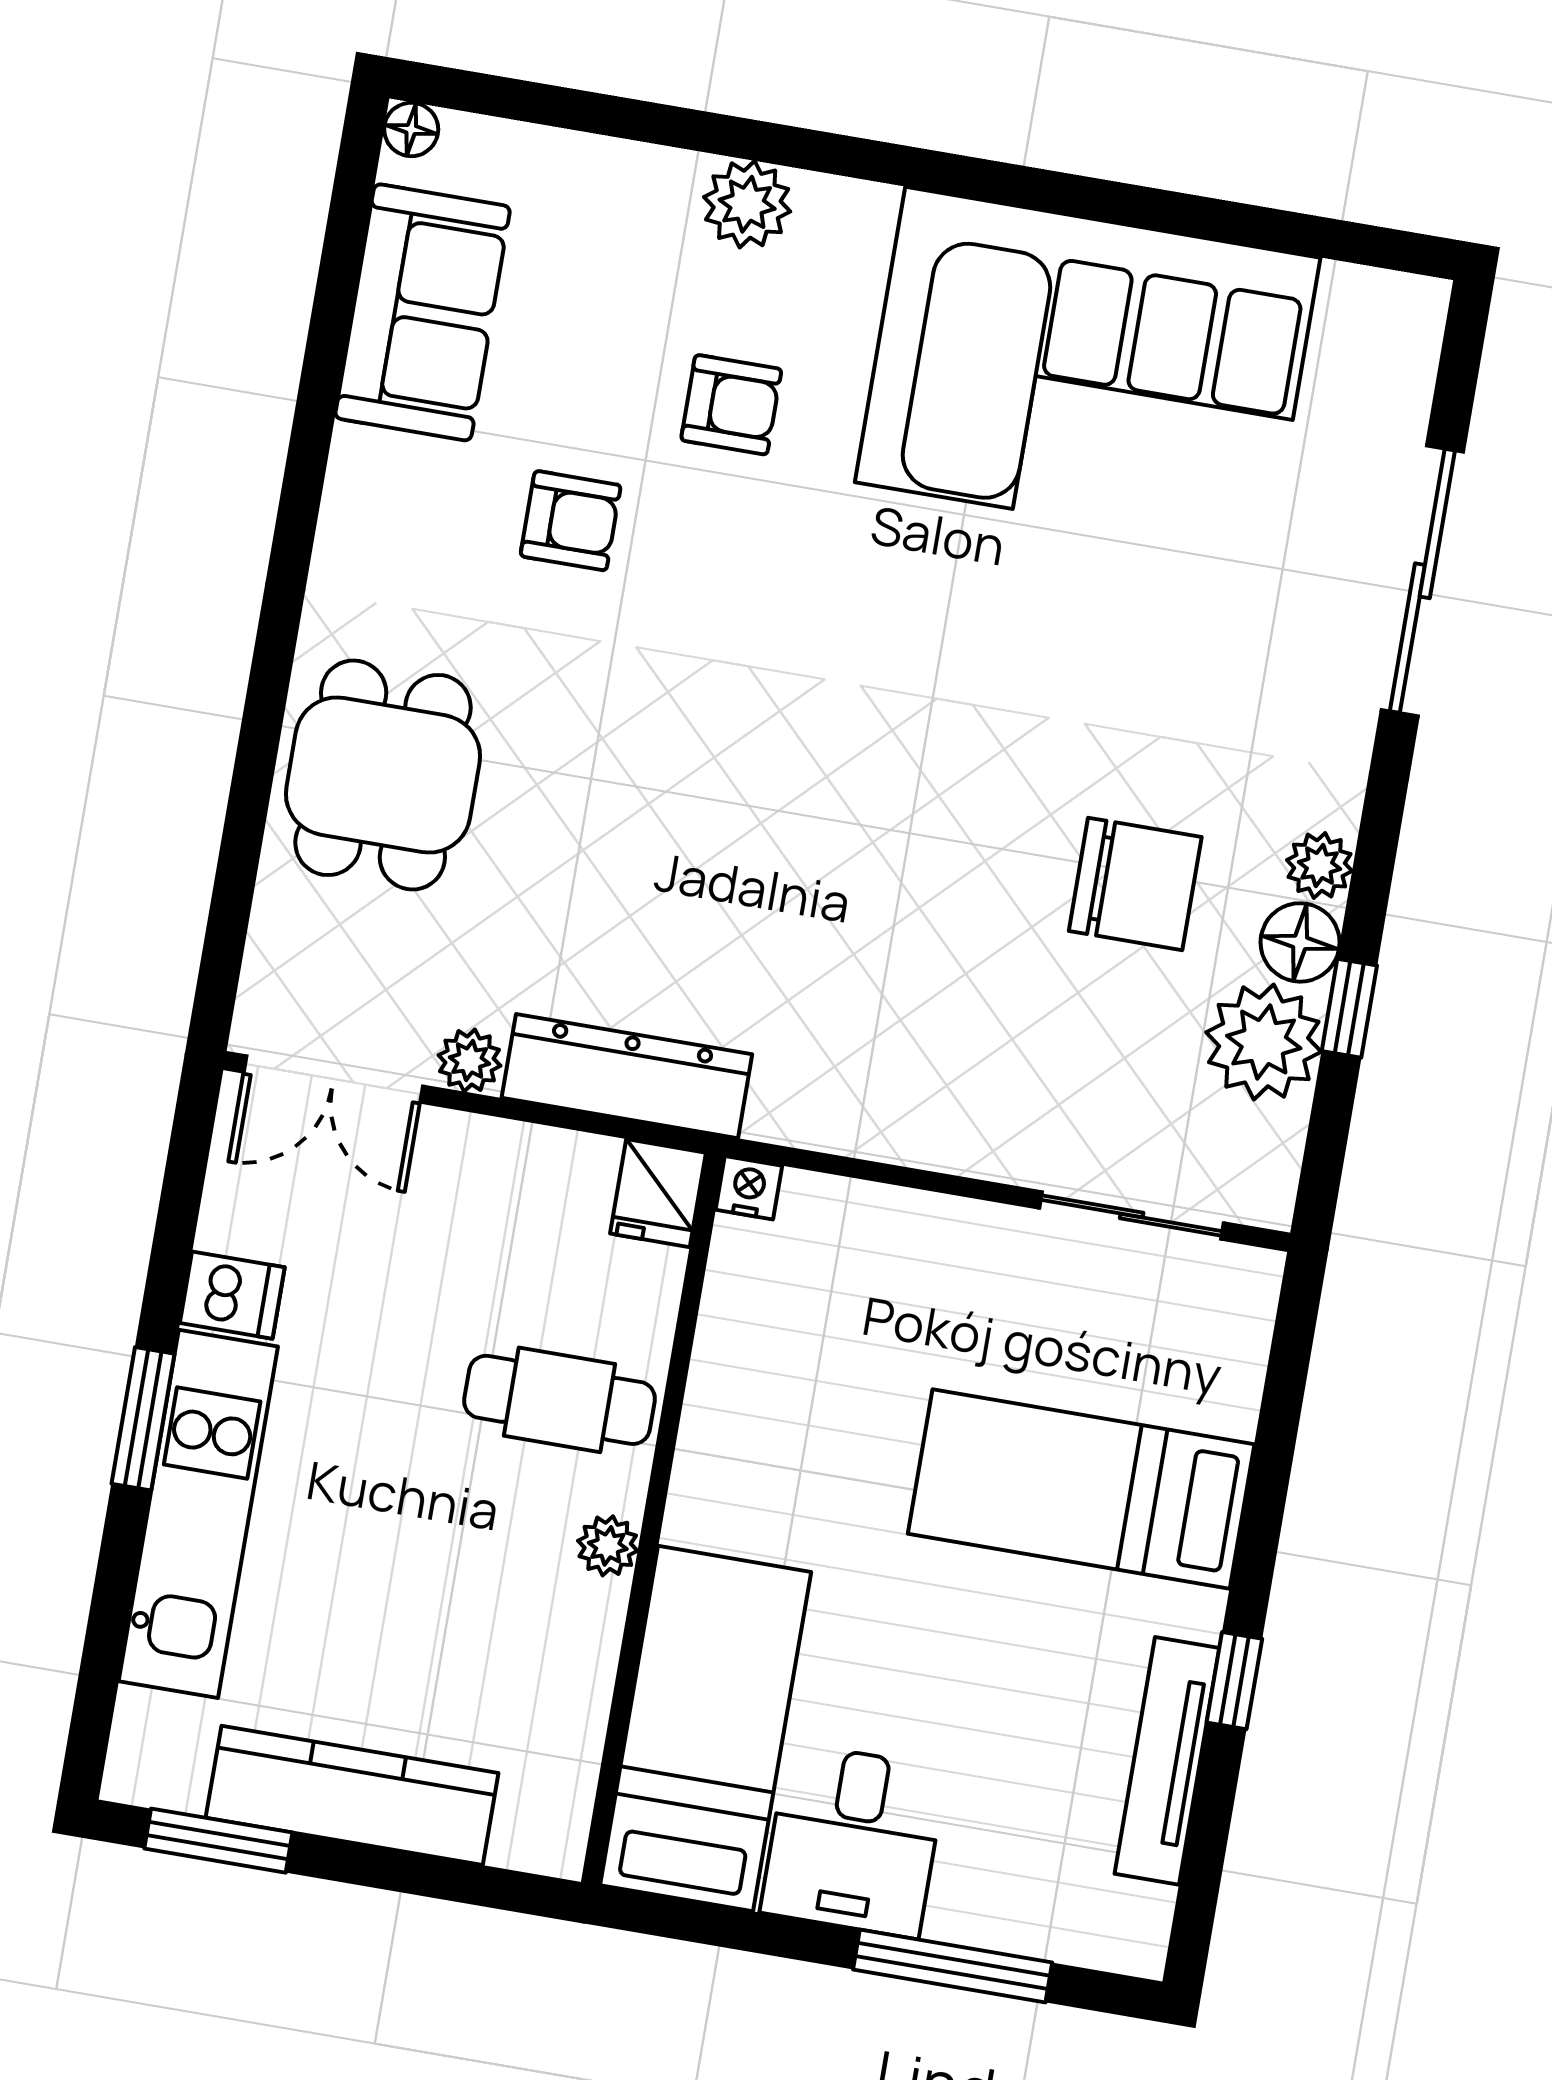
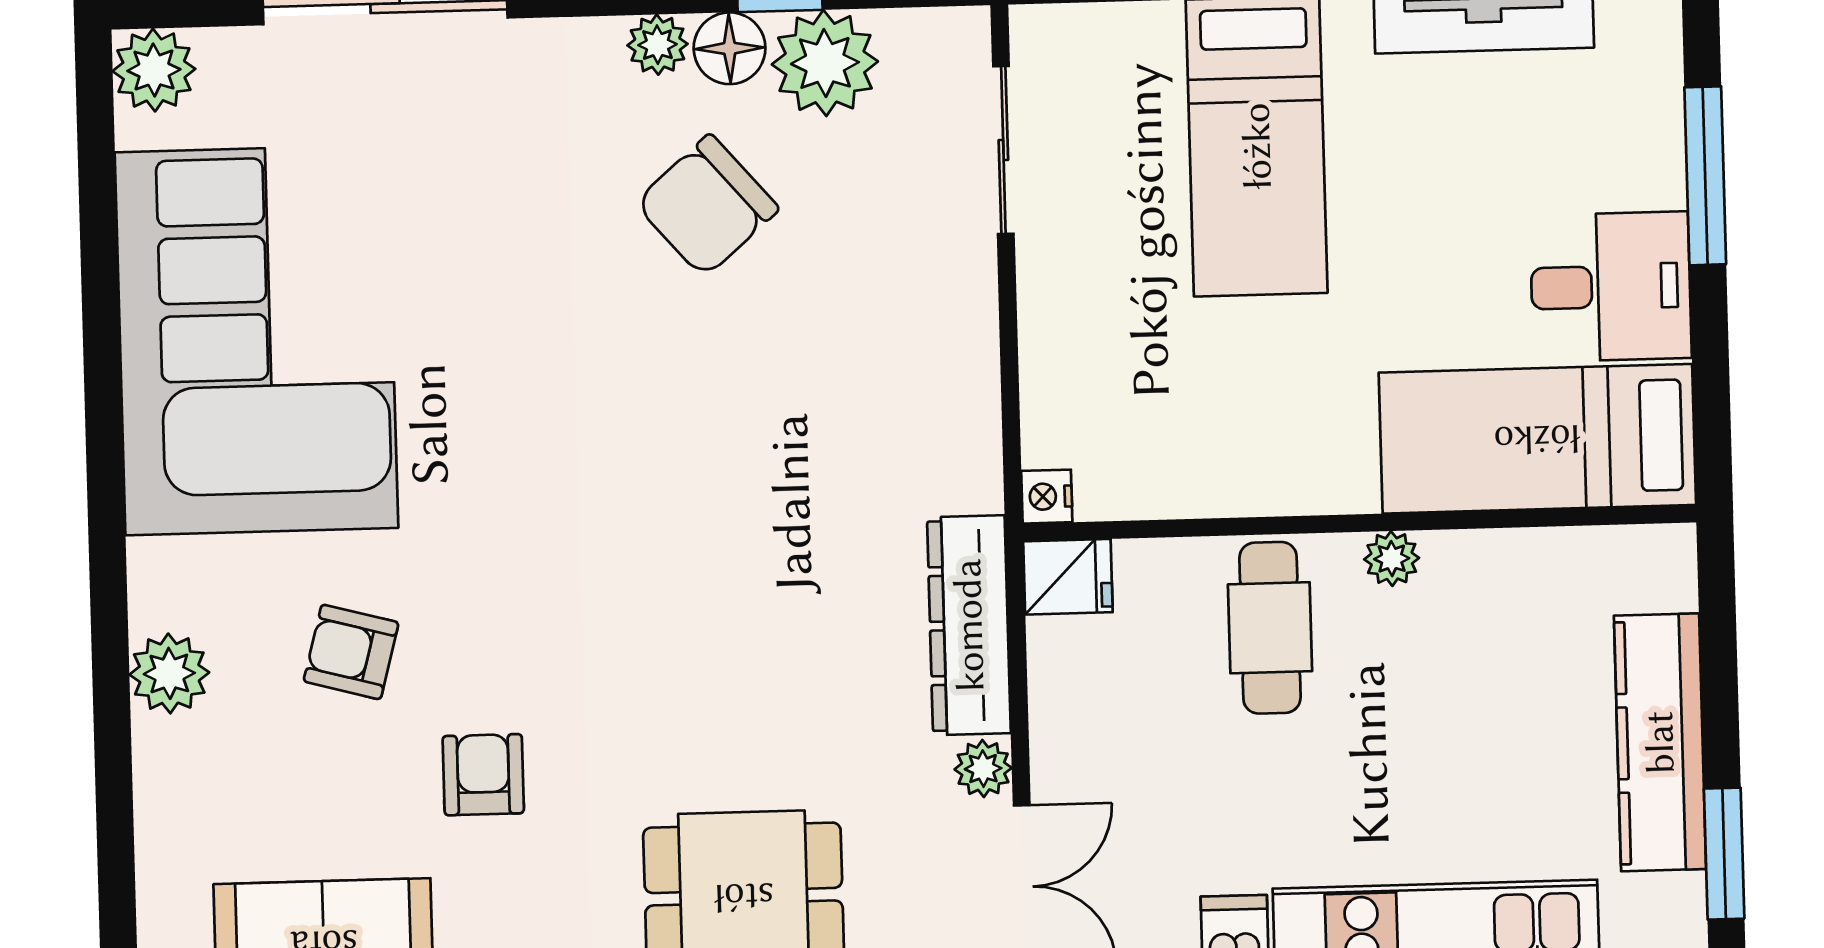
plant: (1401, 318) -> (154, 70), added
armchair: (731, 405) -> (351, 652), turned -75
chair: (1135, 884) -> (707, 206), turned -131

